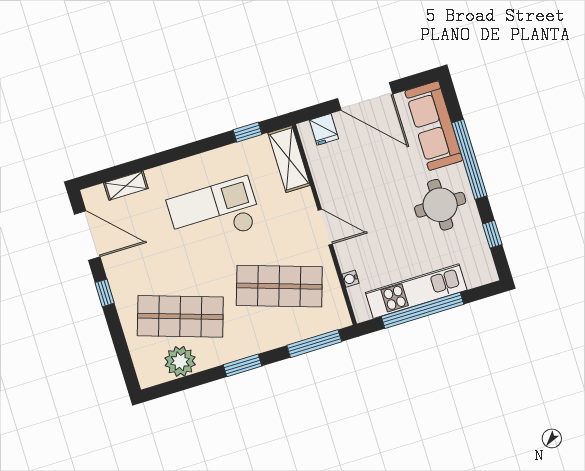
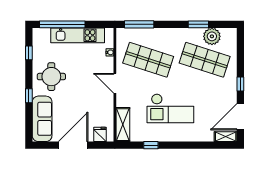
door: (365, 96) -> (73, 145), hinge flipped
window: (247, 132) -> (151, 145), moved
window: (469, 159) -> (29, 96), width x0.32
shelving: (126, 186) -> (226, 137), moved
door: (87, 236) -> (240, 117), hinge flipped
window: (423, 310) -> (62, 24), moved
window: (242, 365) -> (198, 24), moved

